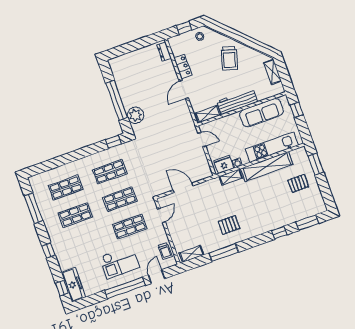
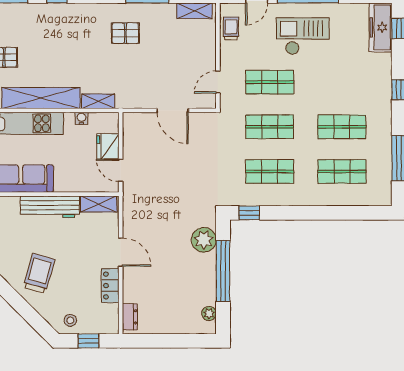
plant: (116, 71) -> (209, 313), added
door: (184, 89) -> (121, 252), hinge flipped
fridge: (224, 164) -> (108, 146), moved, turned 90

